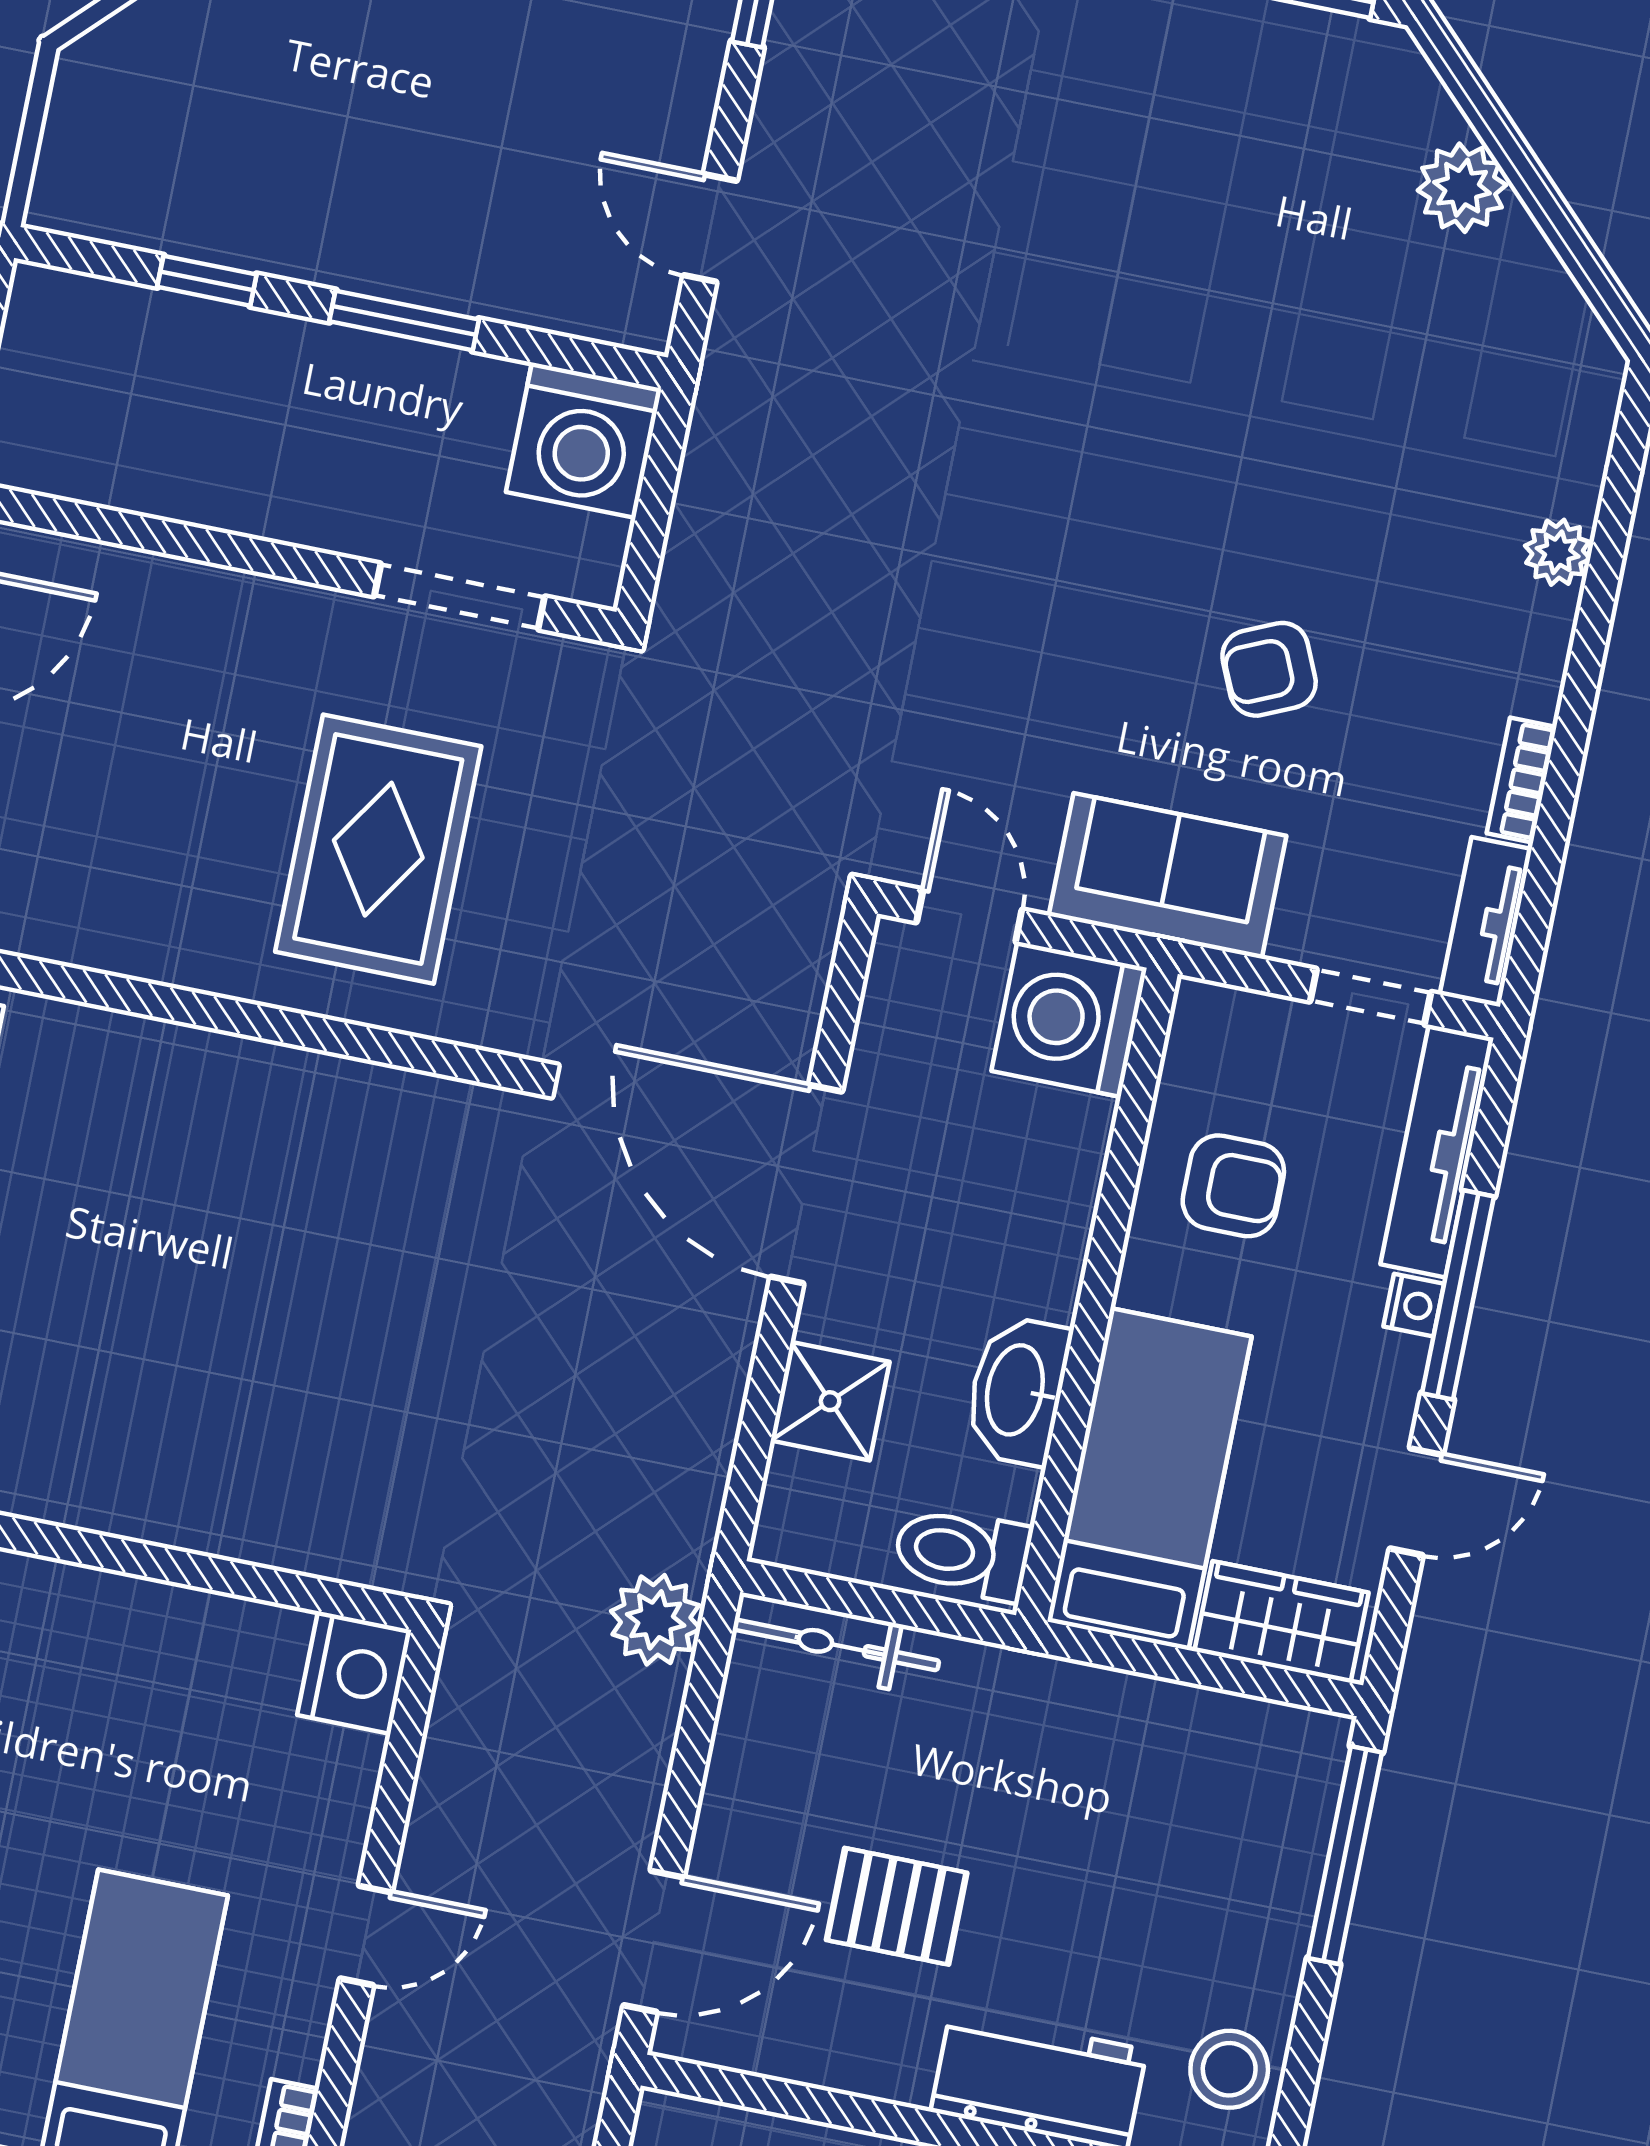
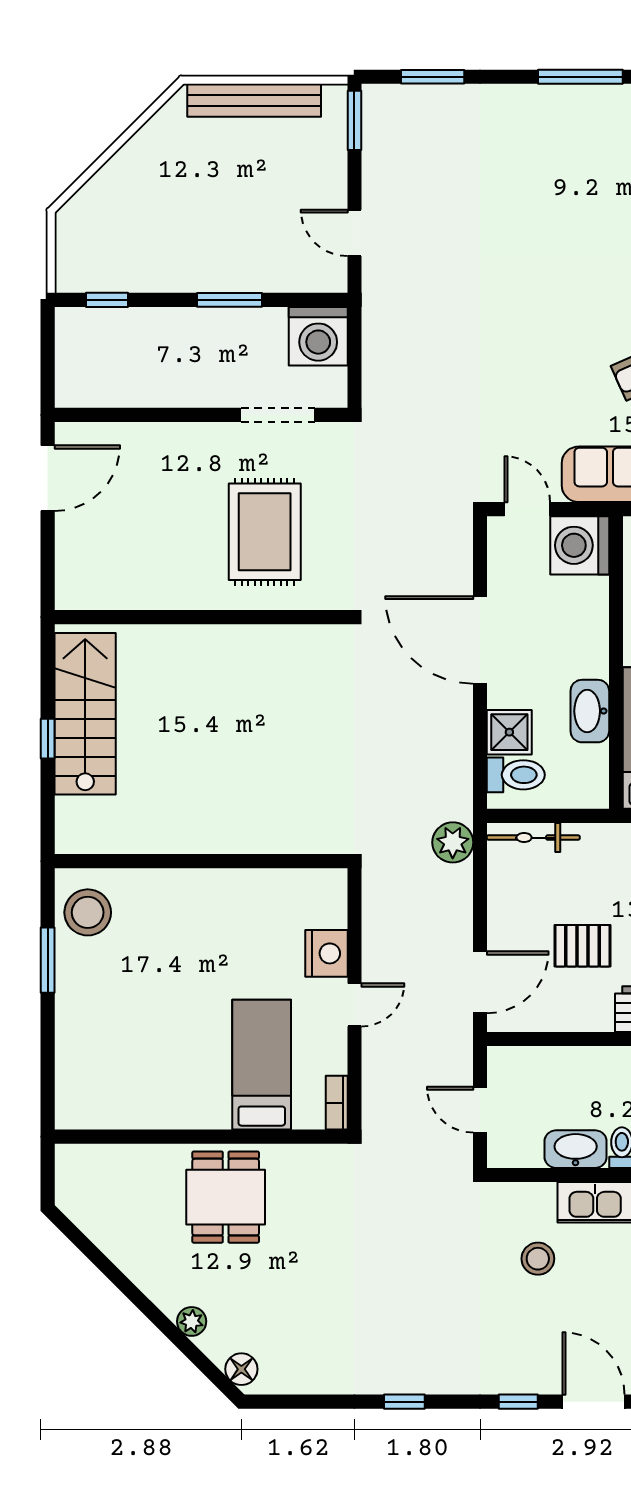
window: (207, 281) -> (107, 300), moved
toilet: (962, 1553) -> (516, 775), moved, turned 180
nightstand: (354, 1673) -> (326, 953), moved

